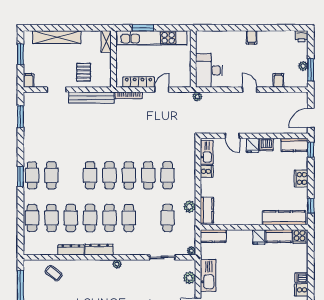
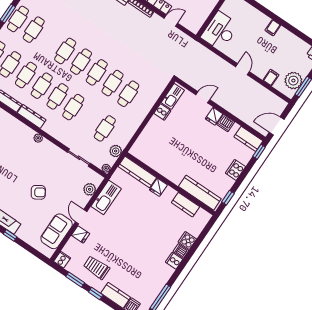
plant: (303, 66) -> (293, 81), width x1.88, depth x1.88
plant: (197, 97) -> (196, 46), removed
door: (232, 136) -> (203, 97), swing flipped
plant: (190, 207) -> (116, 151), moved
kitchen counter: (207, 210) -> (141, 144), removed
kitchen counter: (213, 236) -> (137, 172), width x1.50
fridge: (259, 237) -> (158, 187), moved
cooker: (299, 237) -> (187, 240), moved, turned 90

